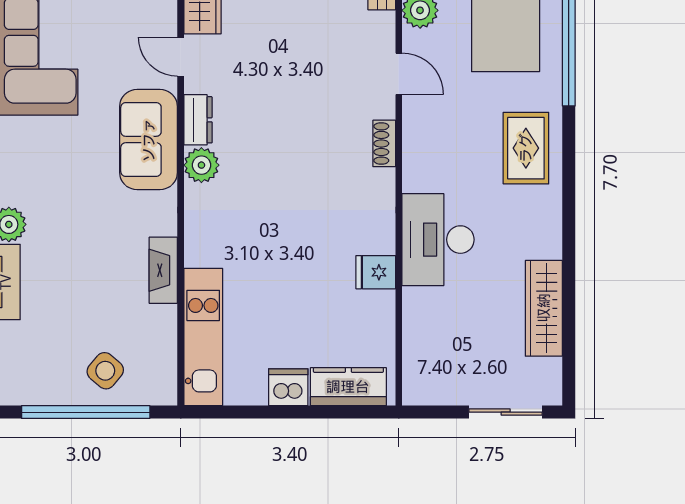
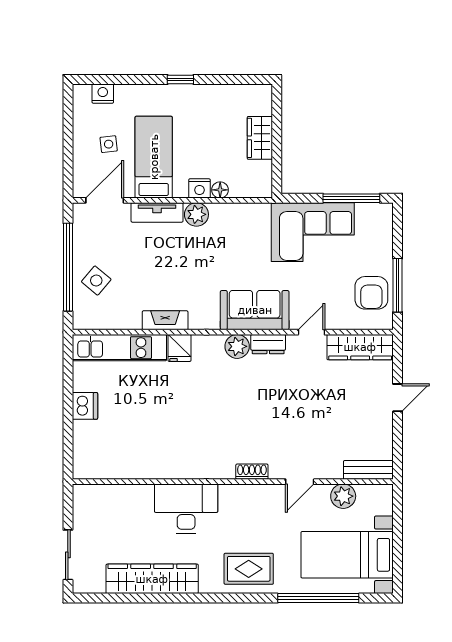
fridge: (376, 272) -> (179, 348), moved, turned 180
wardrobe: (544, 308) -> (152, 579), width x1.40, depth x1.17
kitchen counter: (348, 387) -> (85, 447), removed

